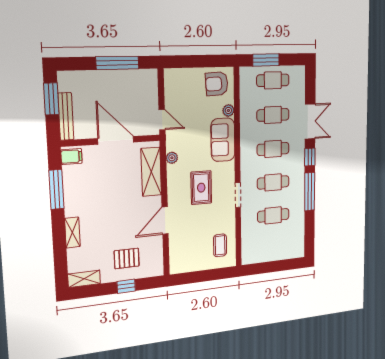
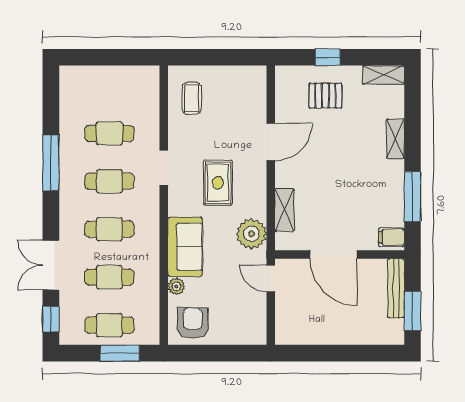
window: (117, 63) -> (328, 353), removed
armchair: (217, 84) -> (193, 323), turned -87
window: (310, 157) -> (51, 319), moved
plant: (172, 158) -> (252, 234), width x1.88, depth x1.88
shelving: (151, 172) -> (284, 210), width x0.67, depth x0.75

